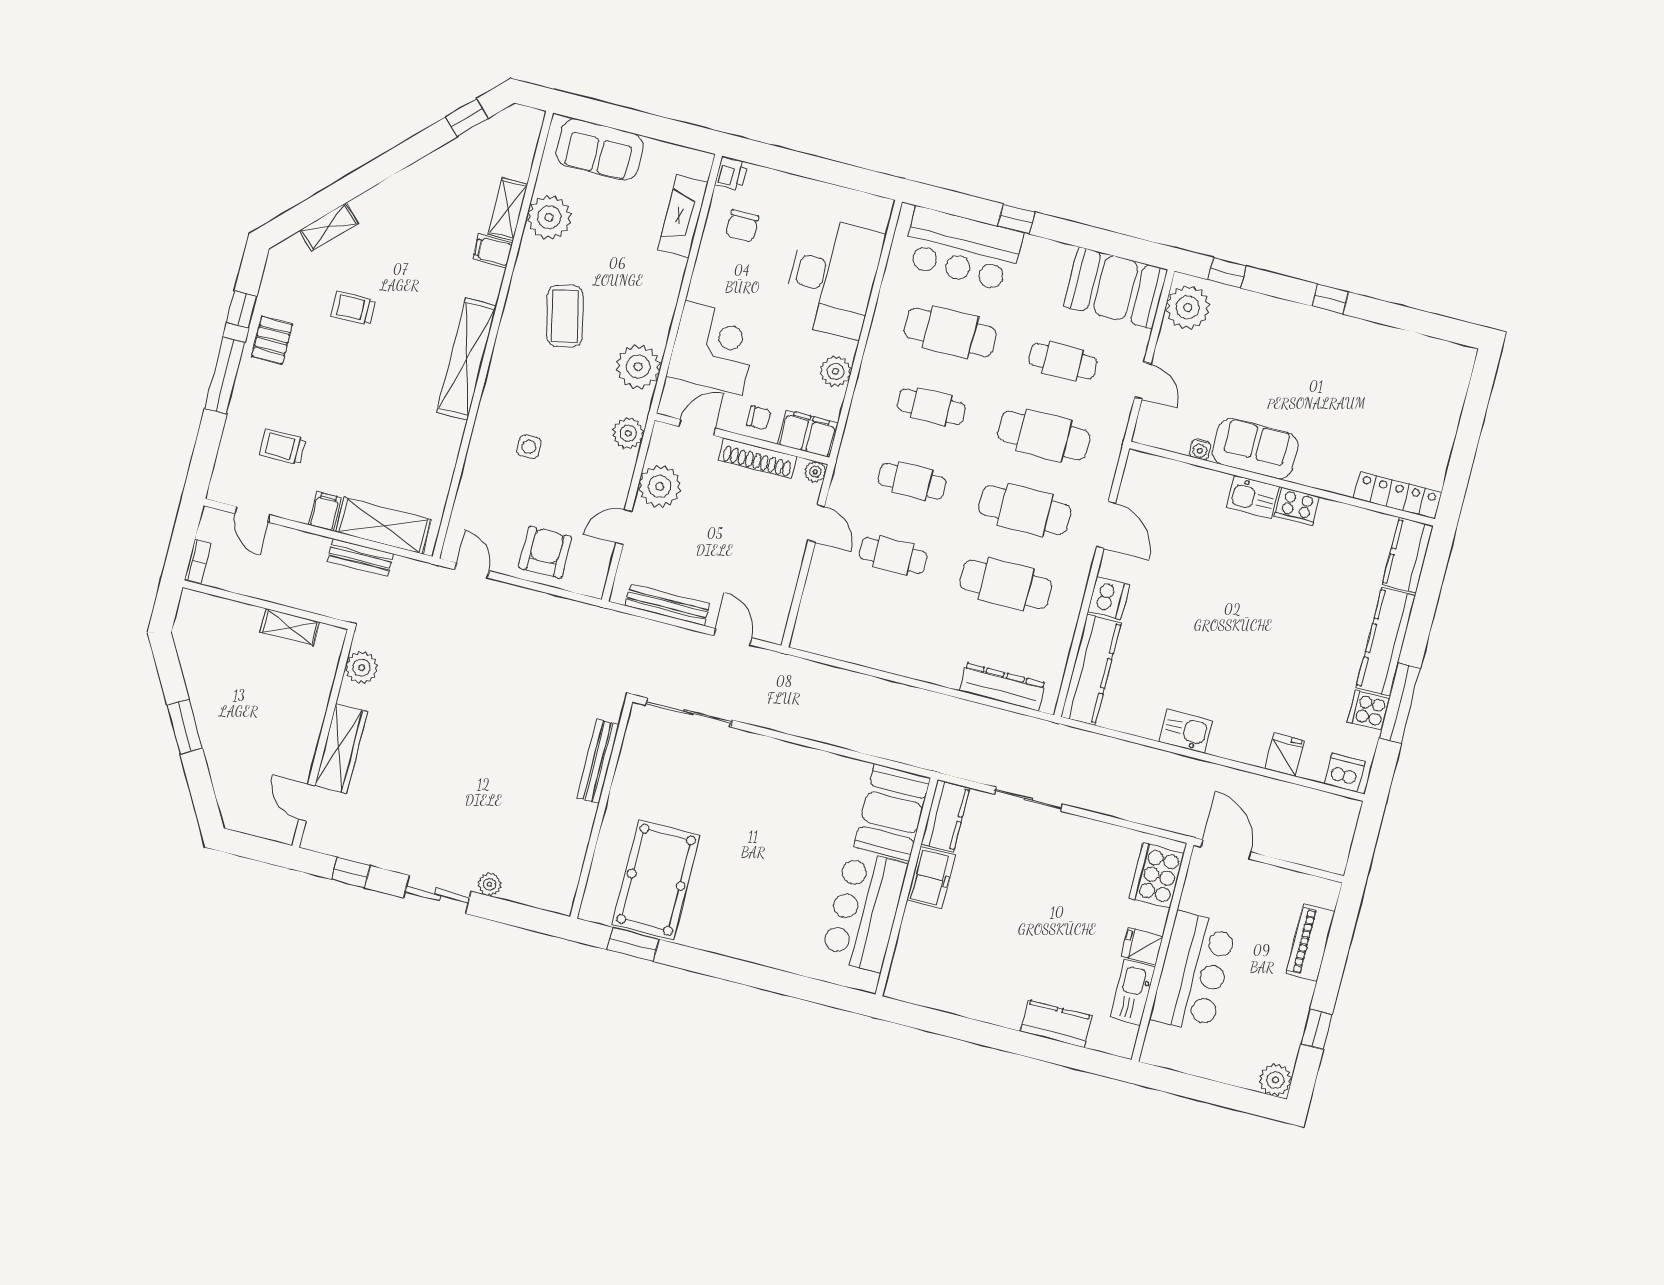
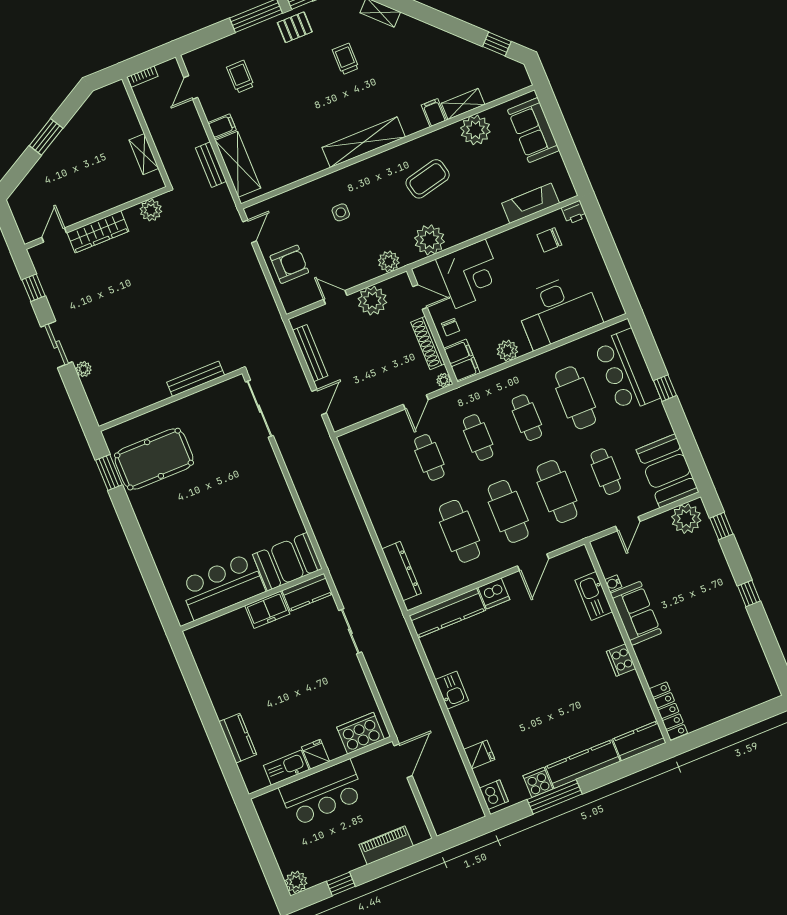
kitchen sink: (1253, 497) -> (594, 596), moved, width x1.38

